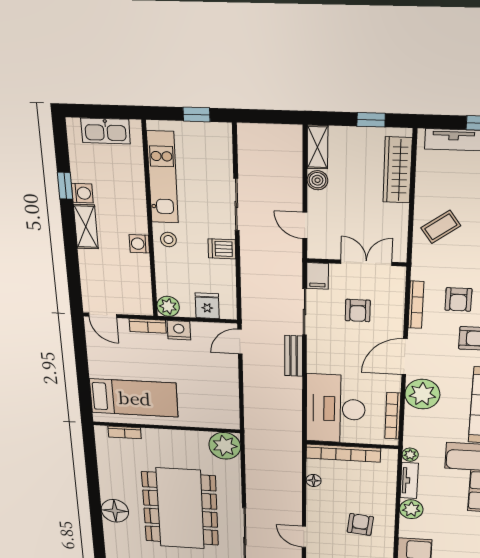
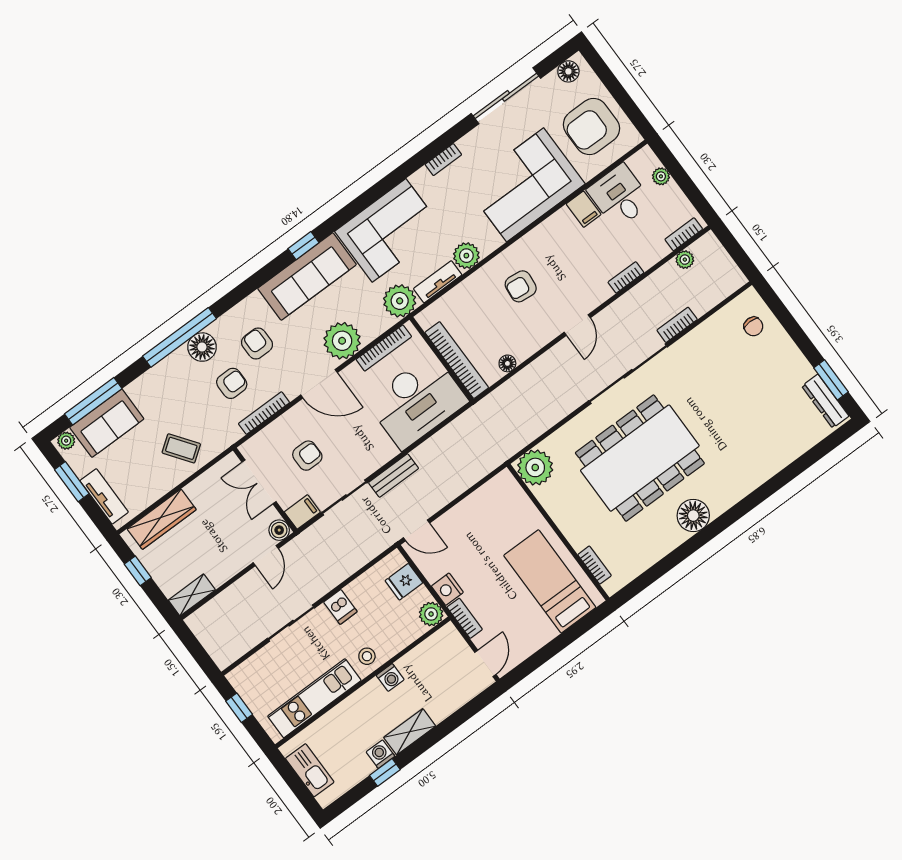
boiler: (317, 180) -> (279, 530), moved
plant: (410, 455) -> (400, 301), width x1.87, depth x1.87

